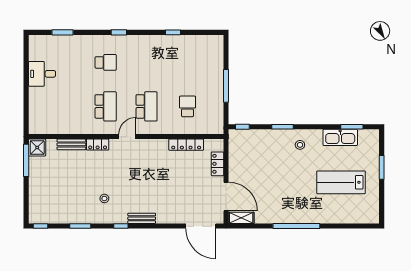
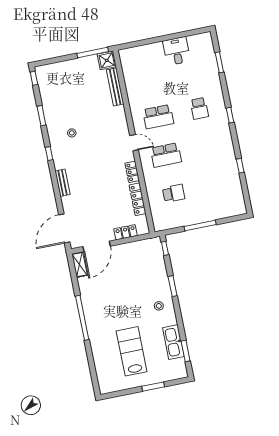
bench: (71, 144) -> (115, 87), width x1.36
locker: (98, 145) -> (132, 172), moved
bench: (142, 218) -> (63, 183), moved

